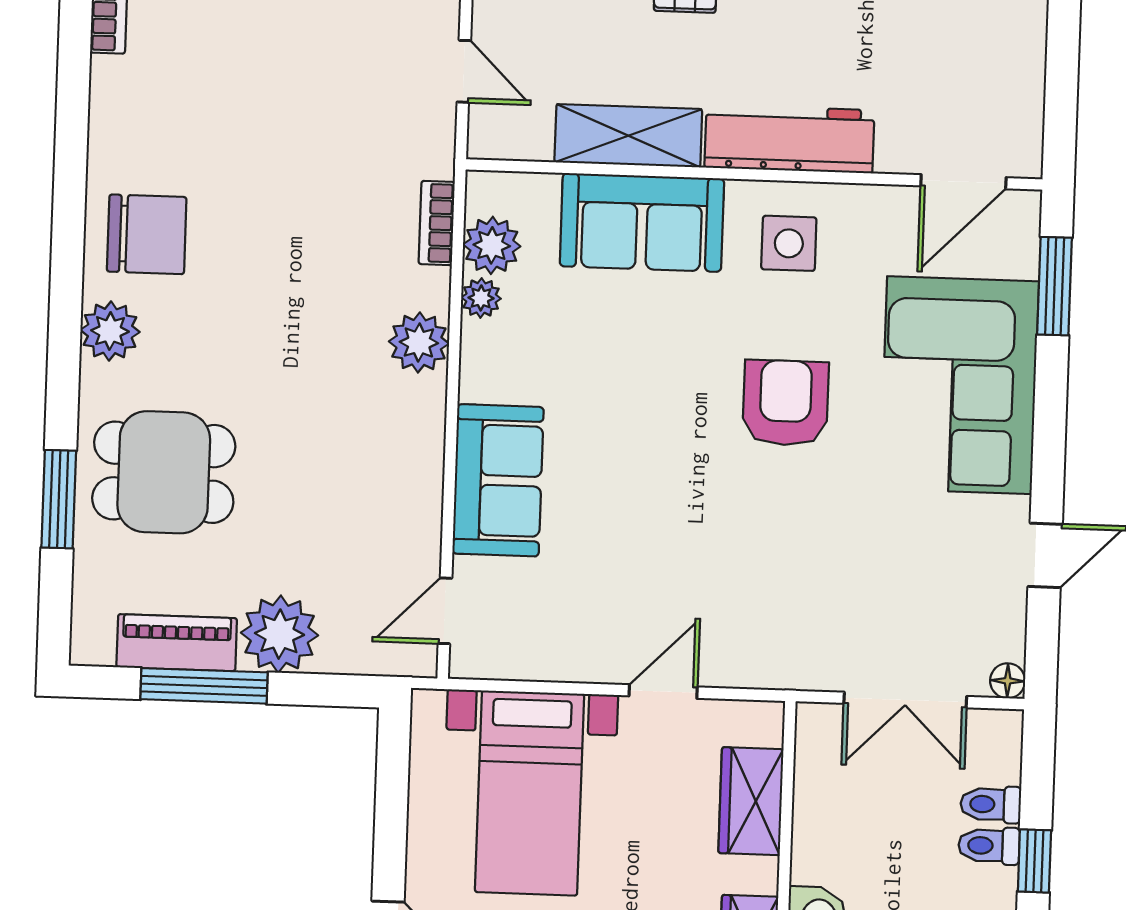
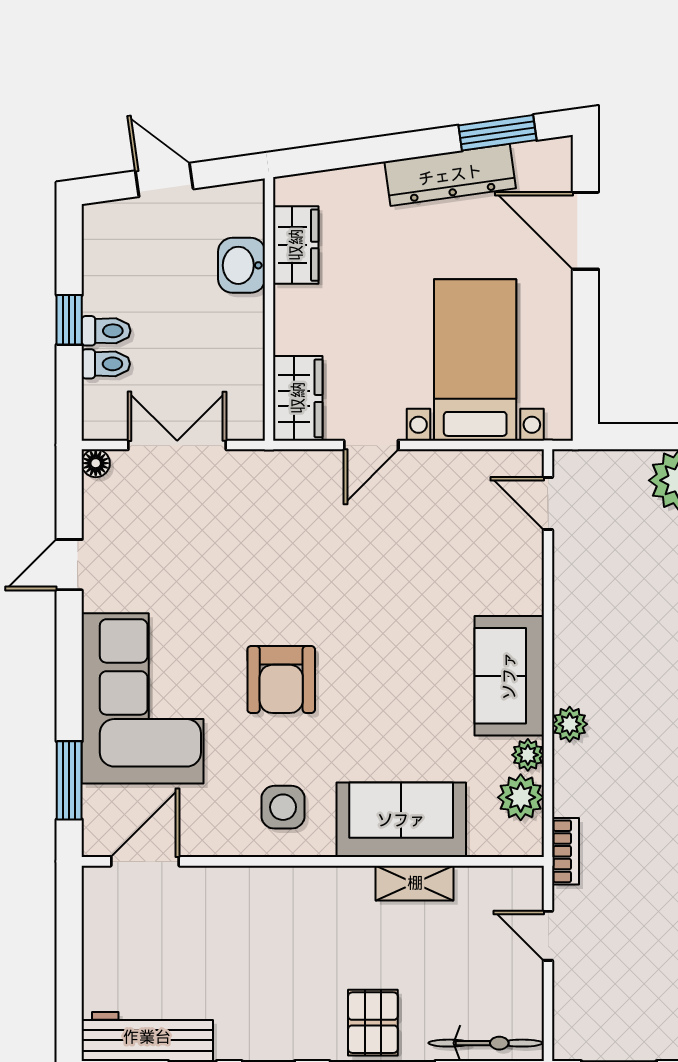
shelving: (628, 136) -> (415, 883), width x0.67, depth x0.75
workbench: (789, 139) -> (285, 891), removed
bookcase: (437, 223) -> (565, 851), moved
plant: (419, 342) -> (570, 724), width x0.73, depth x0.73
sofa: (498, 480) -> (509, 676), moved
door: (445, 611) -> (548, 504), swing flipped
wardrobe: (751, 801) -> (298, 398), moved

